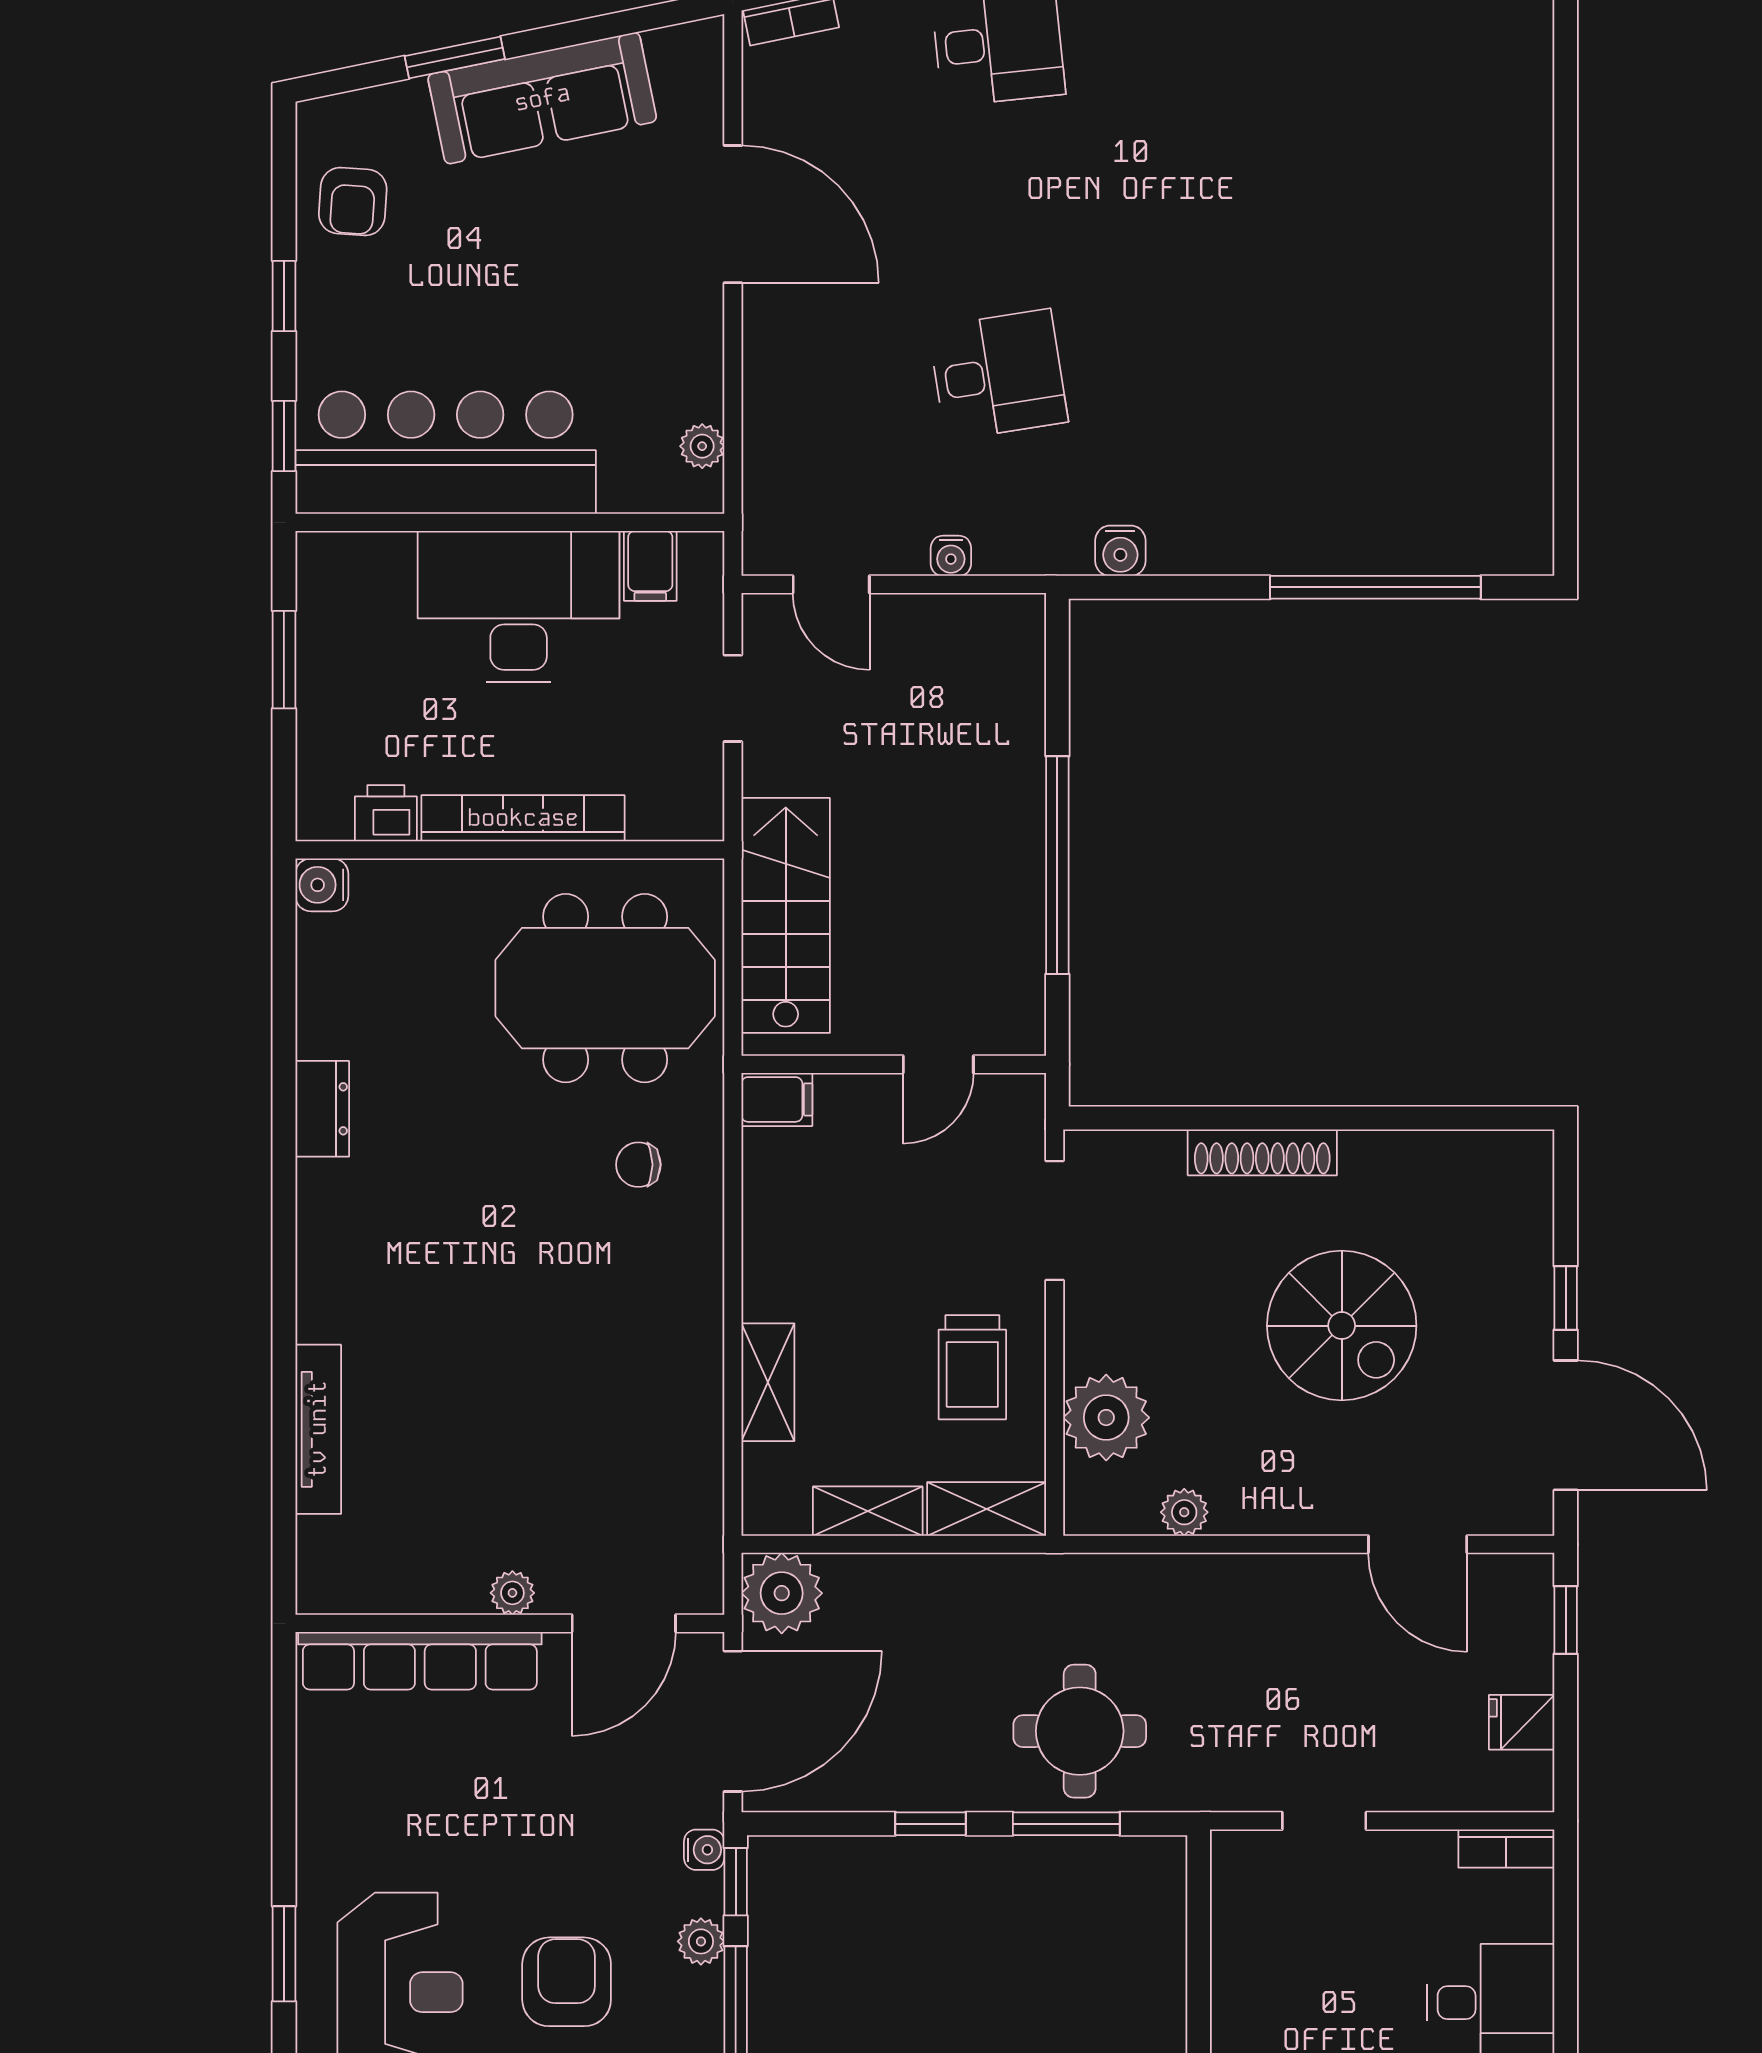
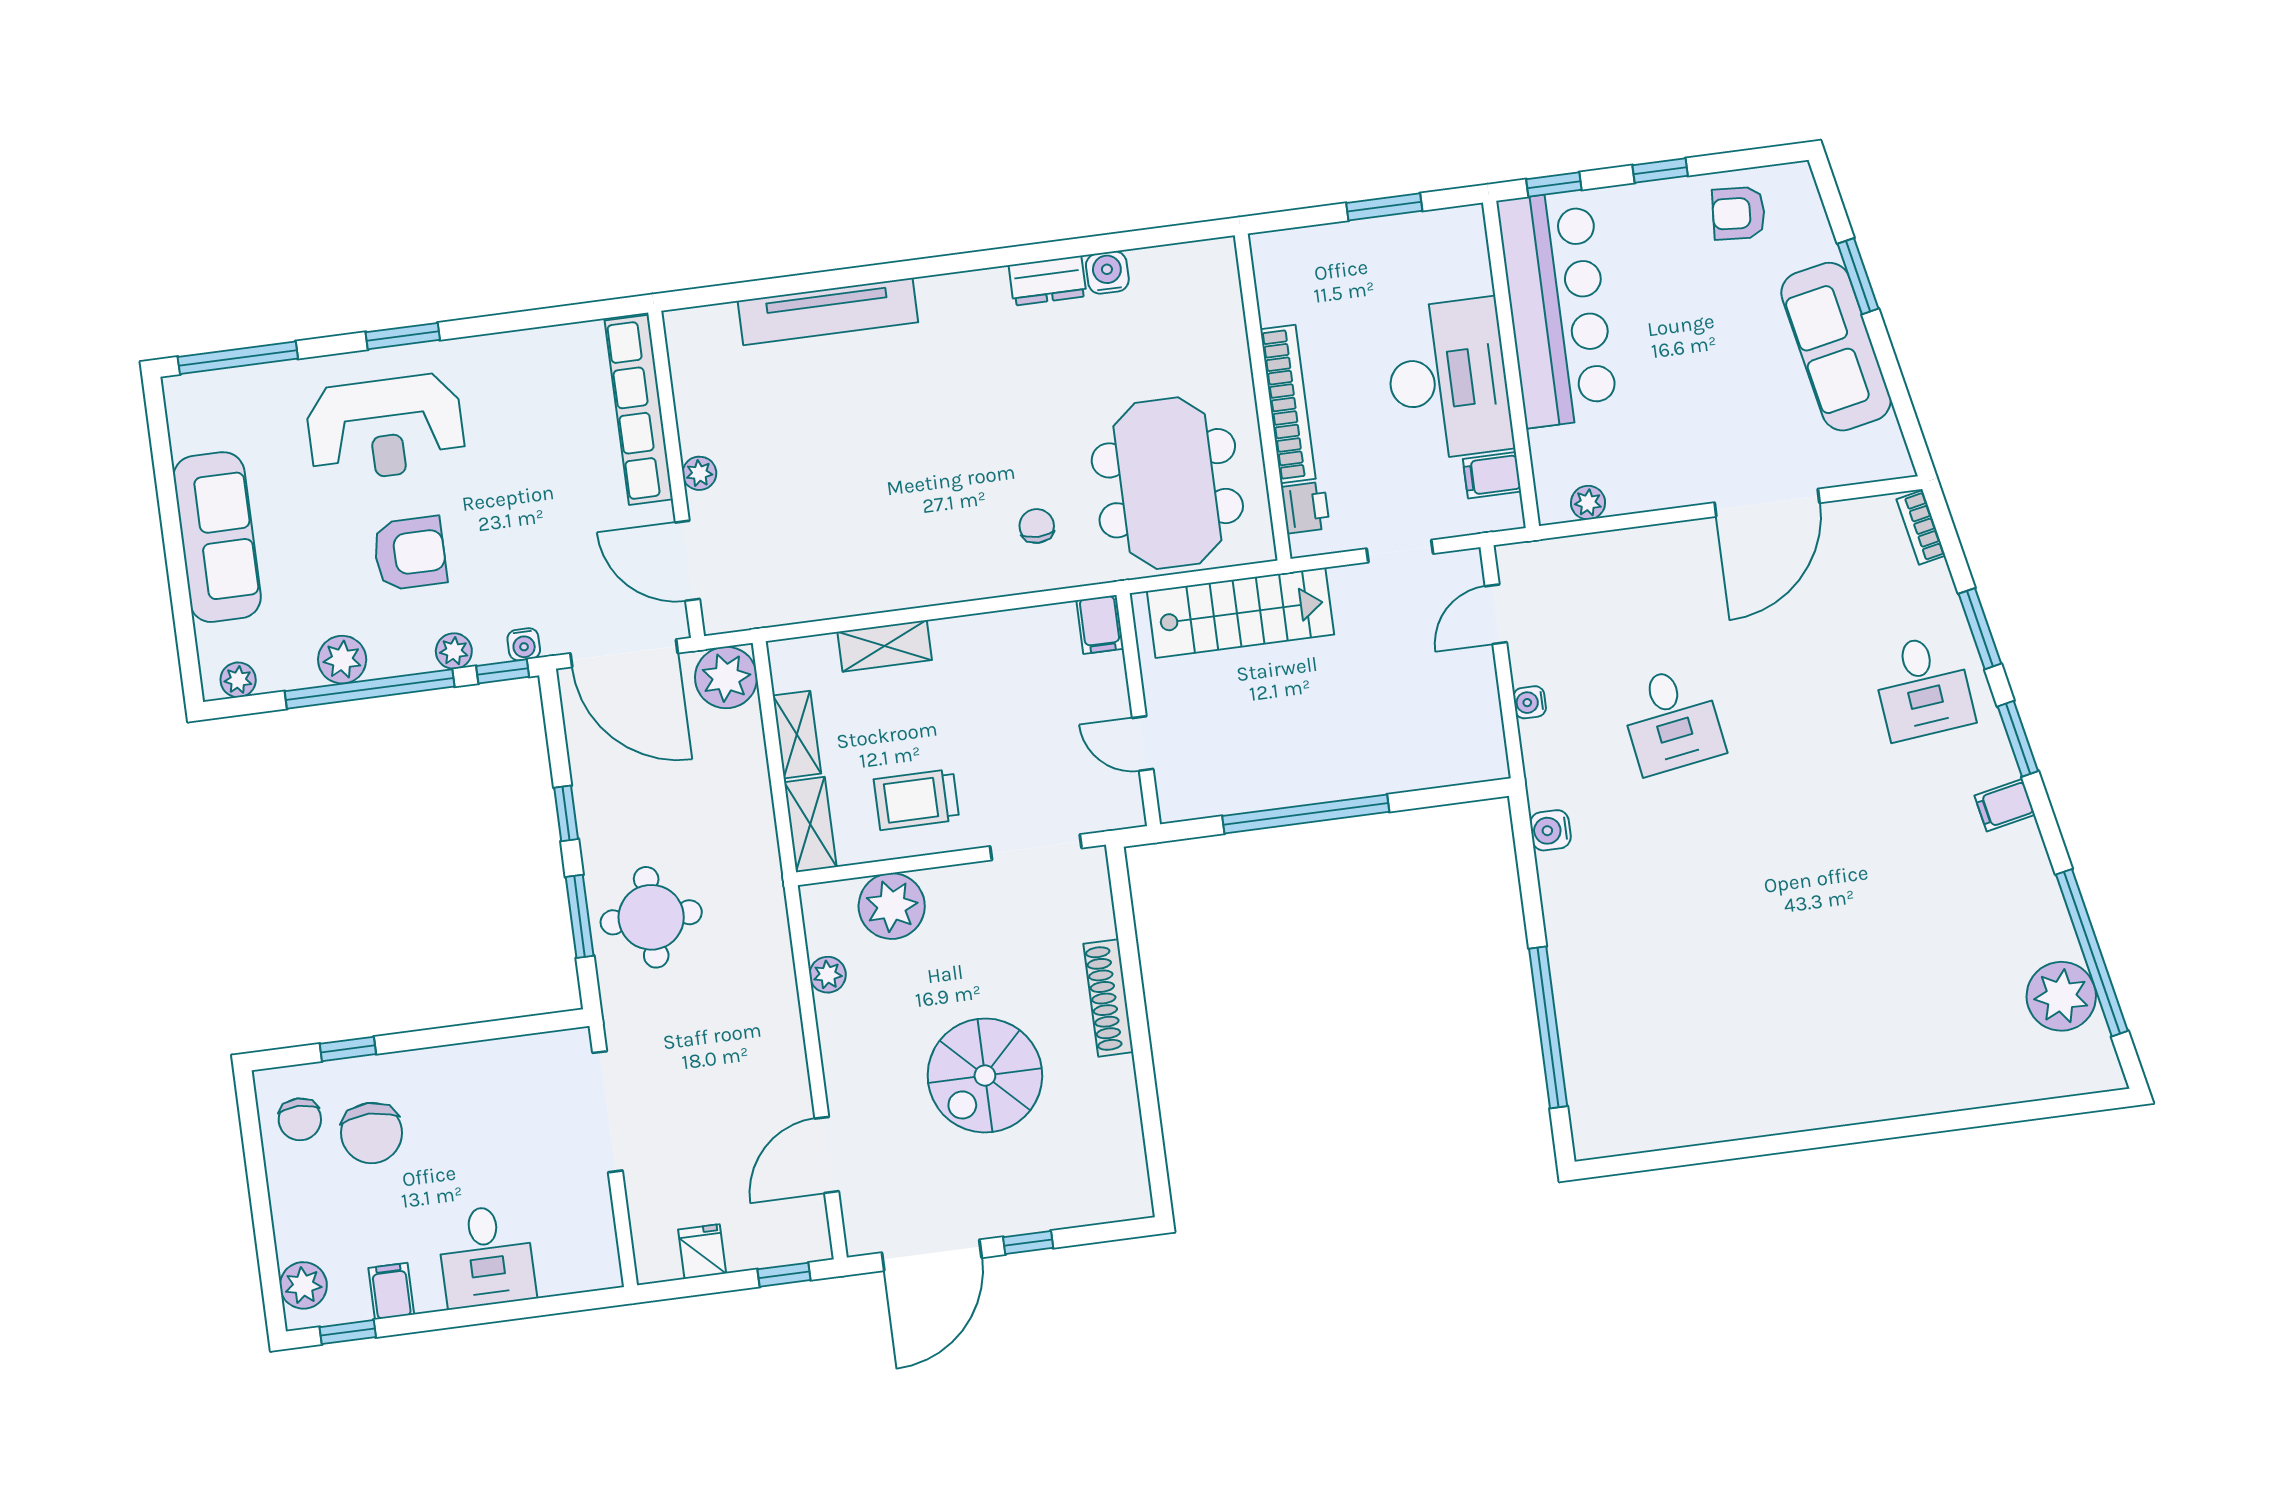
printer: (386, 813) -> (1305, 507), moved
water cooler: (322, 885) -> (1107, 273), moved
tv unit: (318, 1429) -> (828, 312), width x1.36, depth x1.29
doorway: (1324, 1821) -> (608, 1112), width x1.87
bookcase: (1506, 1849) -> (605, 1253), removed

